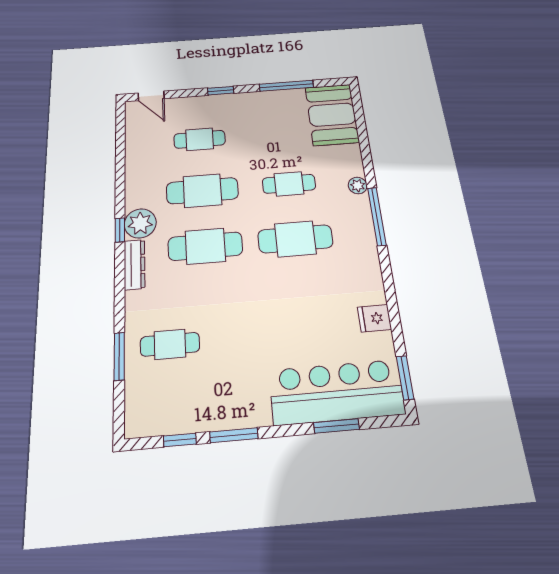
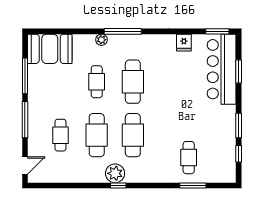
window: (221, 91) -> (25, 120), width x2.17
dresser: (134, 264) -> (141, 177), removed

